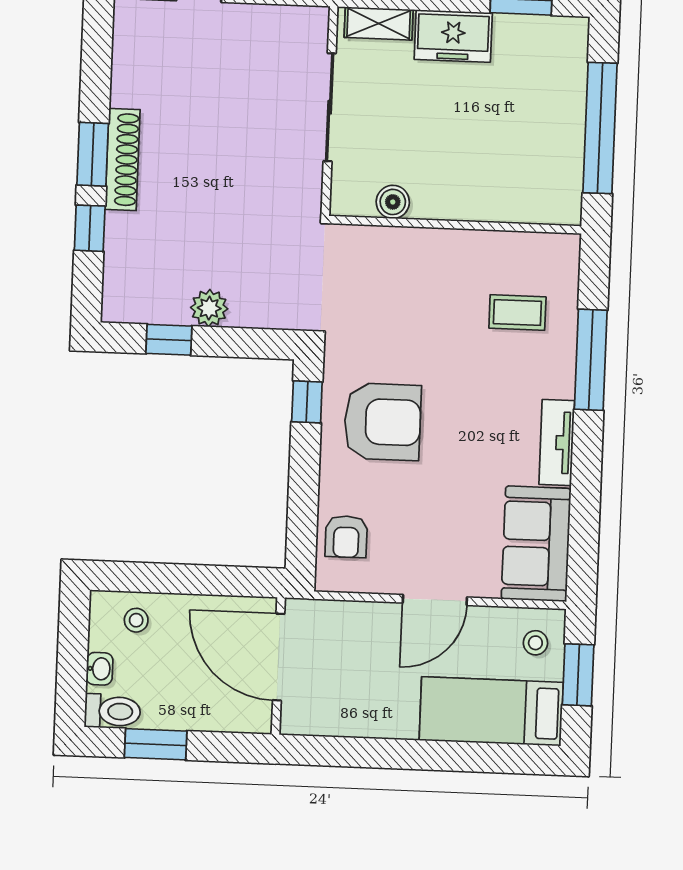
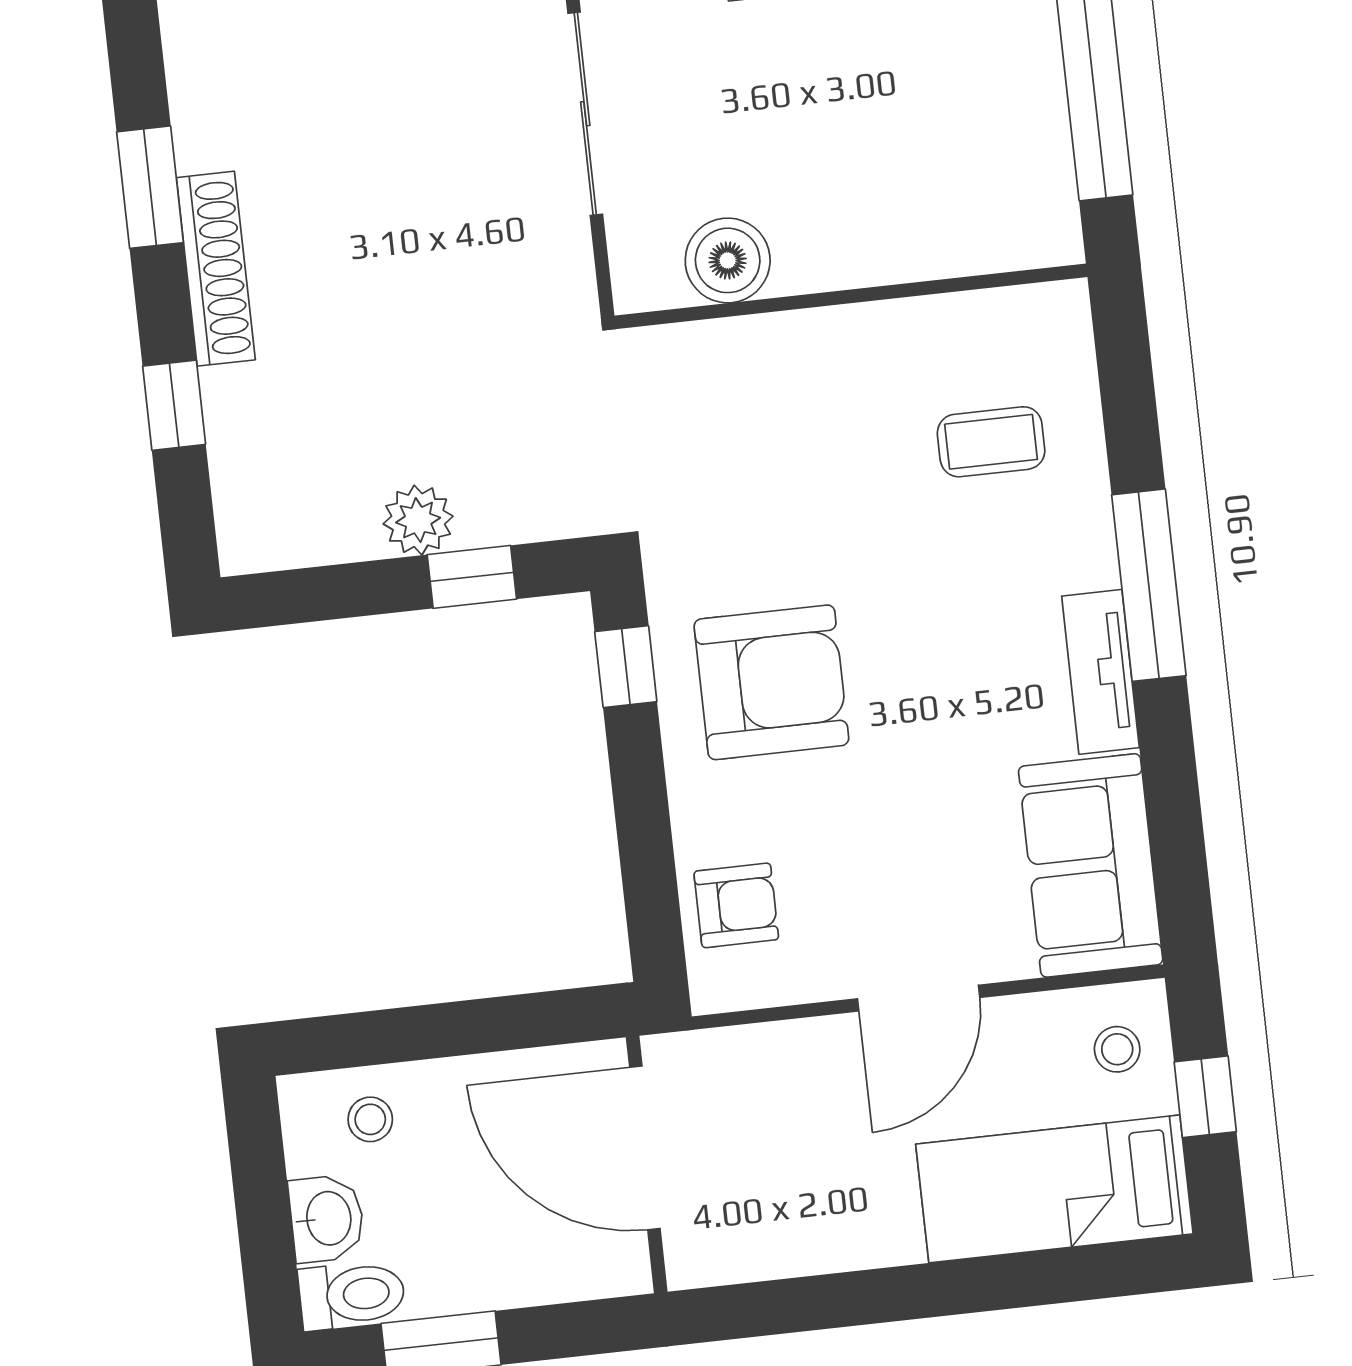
window: (93, 154) -> (150, 187), moved
boiler: (393, 202) -> (728, 260), width x1.36, depth x1.36
window: (169, 340) -> (472, 577), moved
window: (591, 360) -> (1149, 585), moved
armchair: (346, 537) -> (736, 905), turned -90
washbasin: (99, 669) -> (327, 1219), width x1.38, depth x1.45
window: (578, 675) -> (1205, 1097), width x0.67

